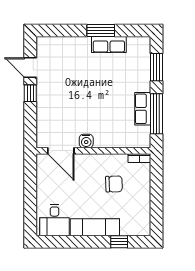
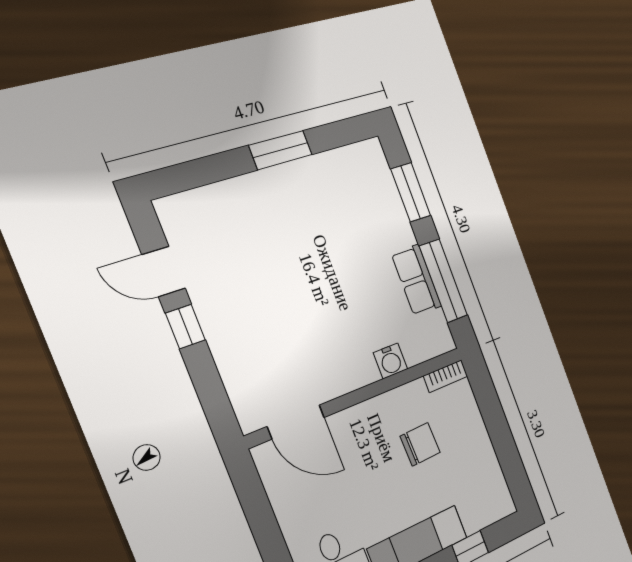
row of seats: (109, 45) -> (307, 174), removed
water cooler: (86, 141) -> (390, 361), moved

